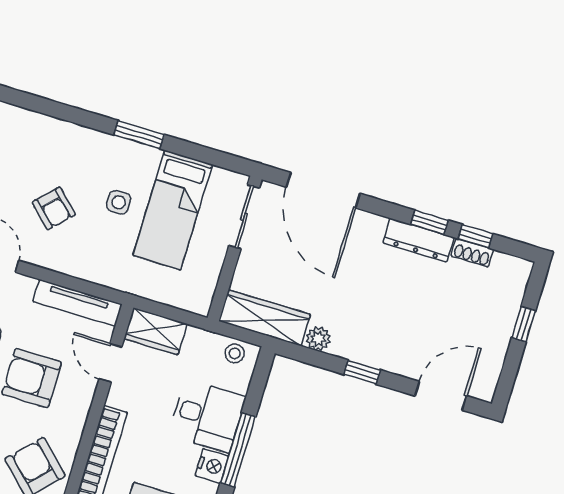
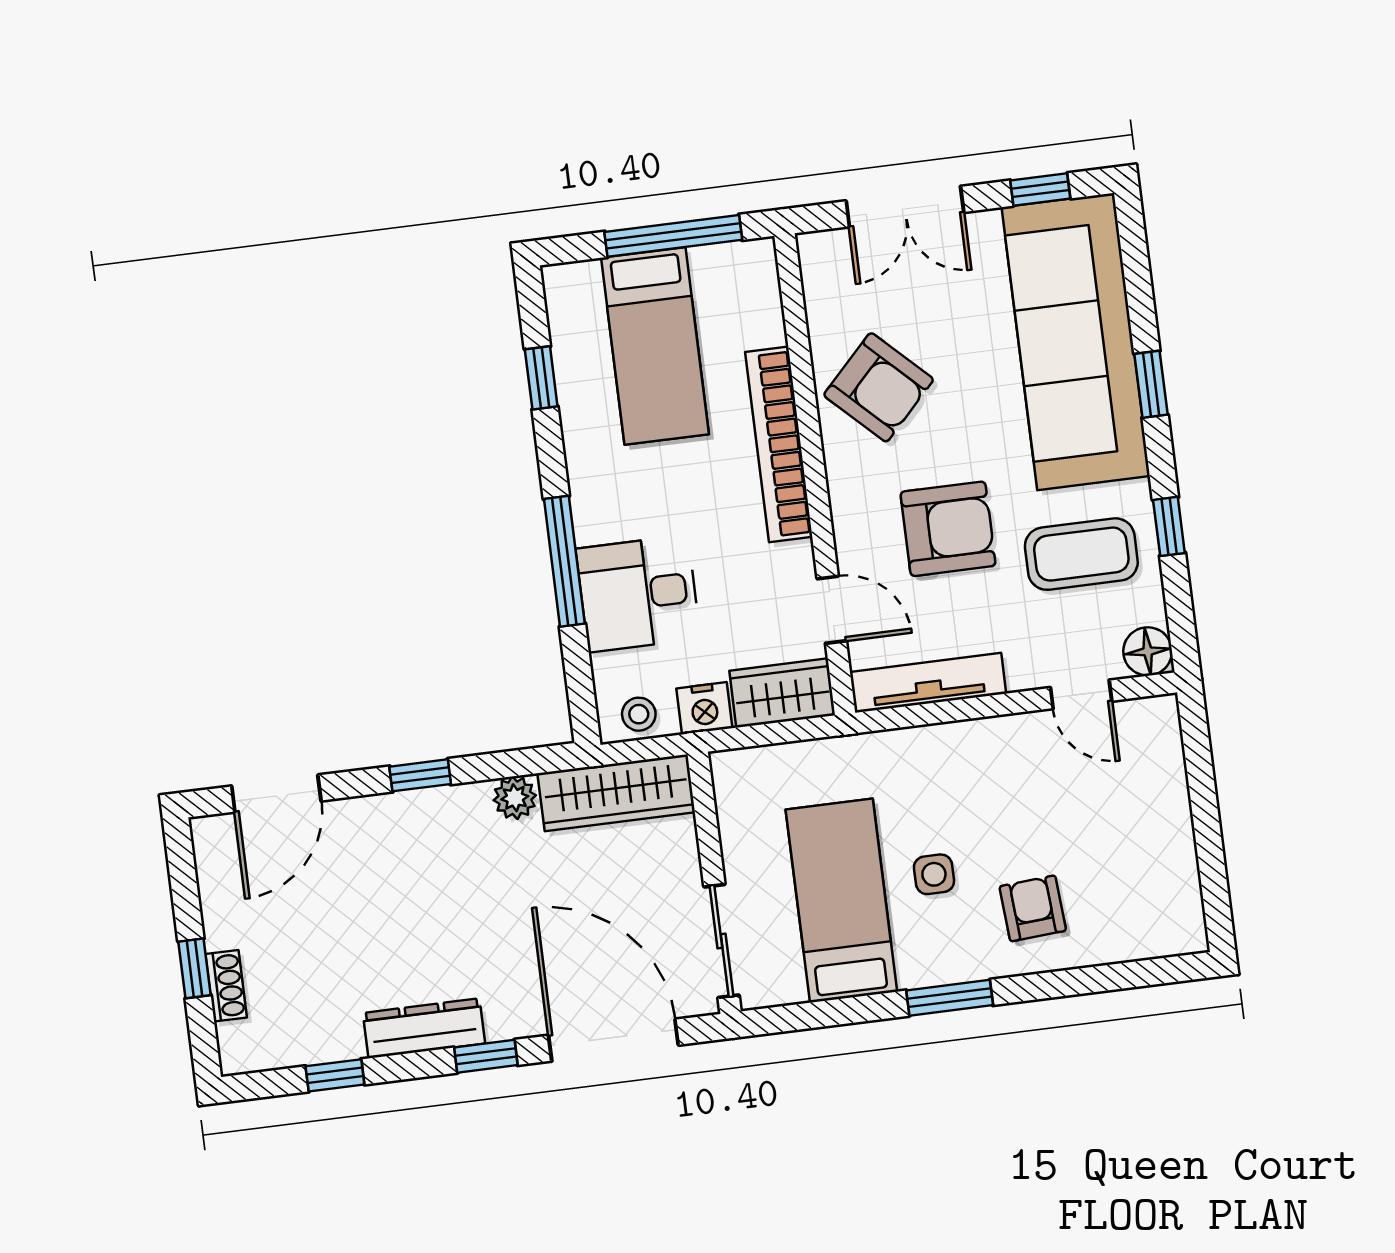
armchair: (54, 208) -> (1033, 908), moved, turned 42
window: (429, 222) -> (486, 1056), moved
shoe rack: (472, 253) -> (226, 986), moved, turned 90
nightstand: (212, 466) -> (704, 708), moved, turned -90

